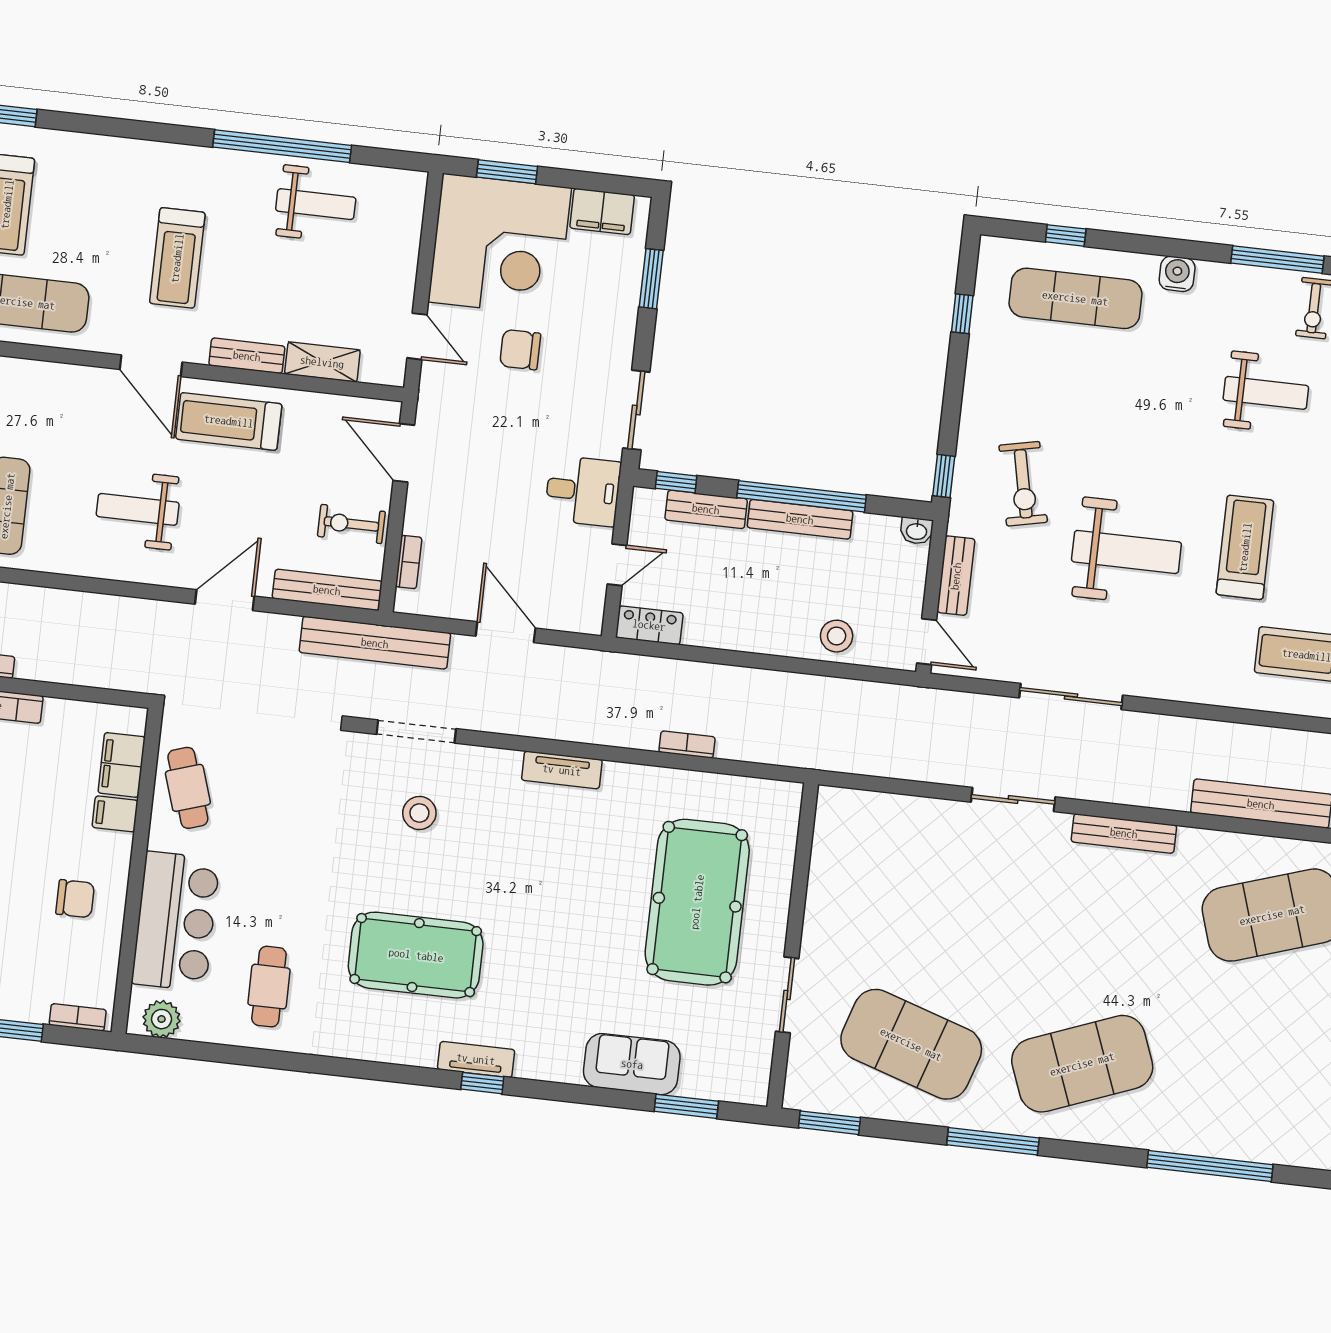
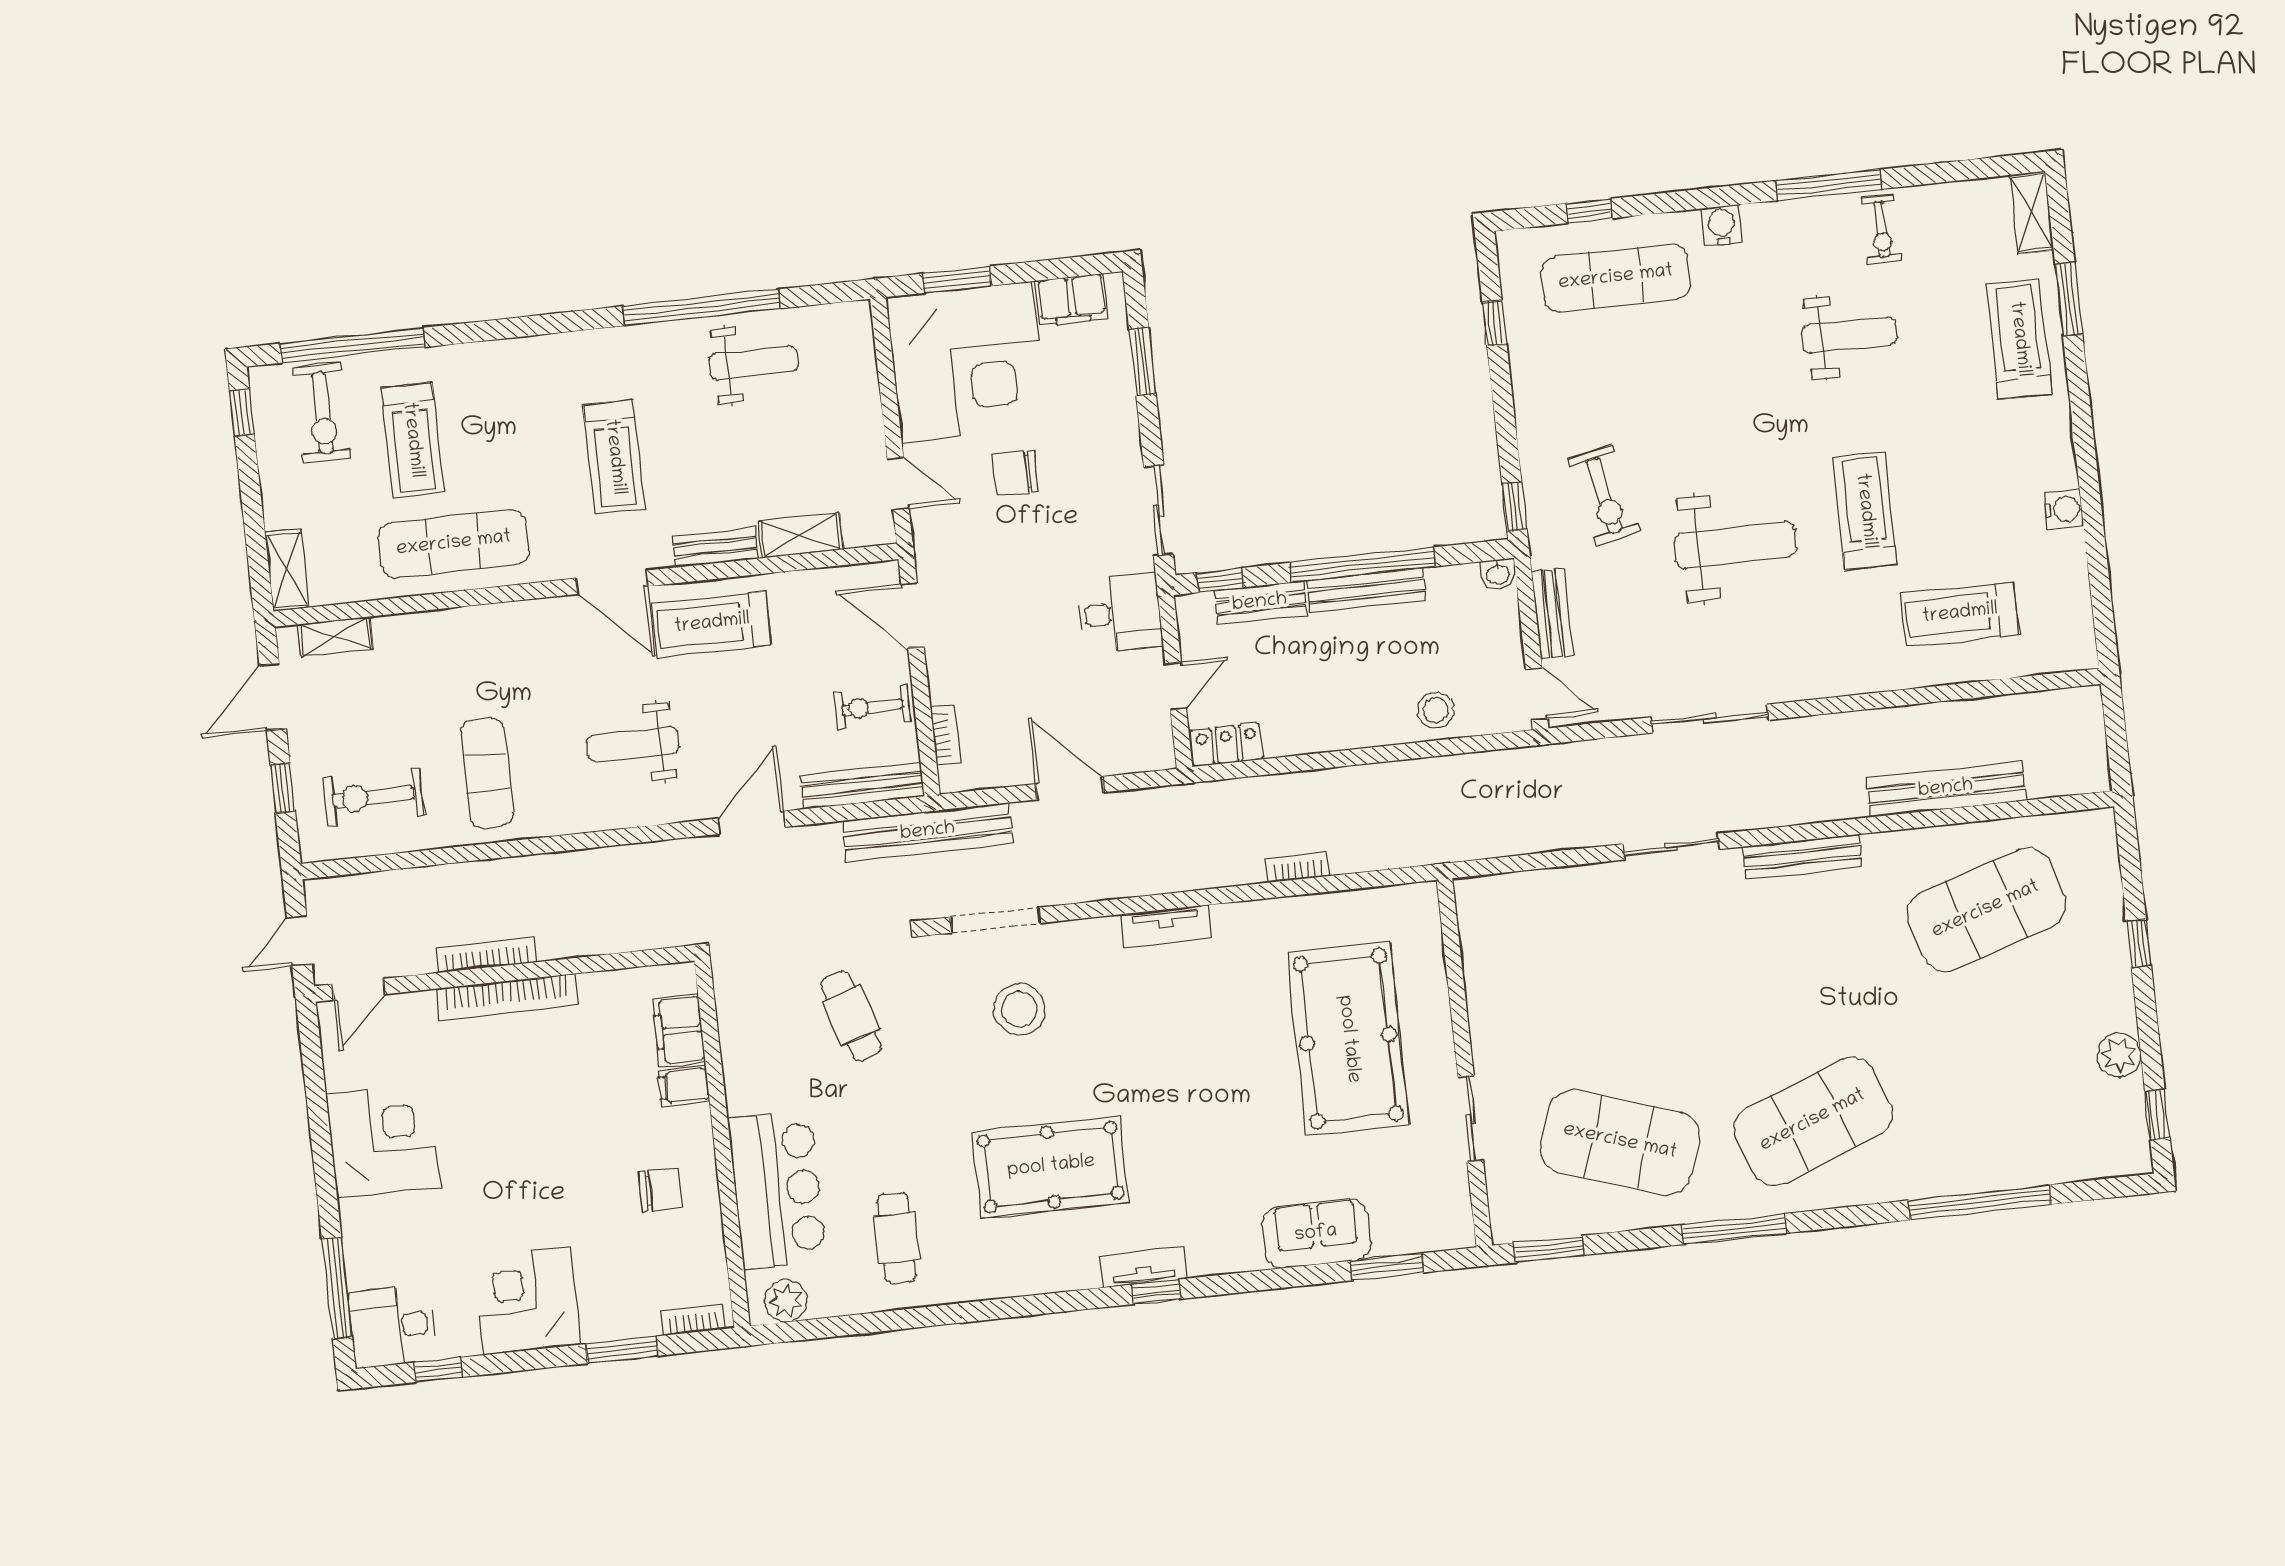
cafe table: (188, 788) -> (851, 1016), moved
stool: (419, 813) -> (1019, 1009), width x1.38, depth x1.38

